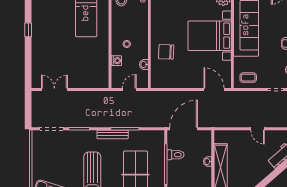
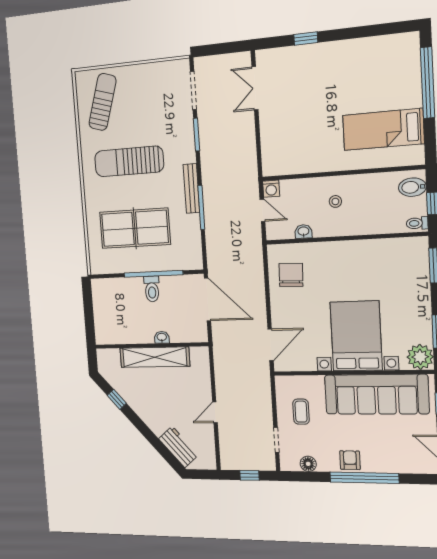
window: (28, 30) -> (306, 38), moved
chair: (166, 52) -> (291, 275), moved
washing machine: (116, 61) -> (271, 189), moved
coffee table: (248, 78) -> (301, 412), moved
double door: (54, 89) -> (255, 88), swing flipped
toilet: (175, 155) -> (152, 289), moved

